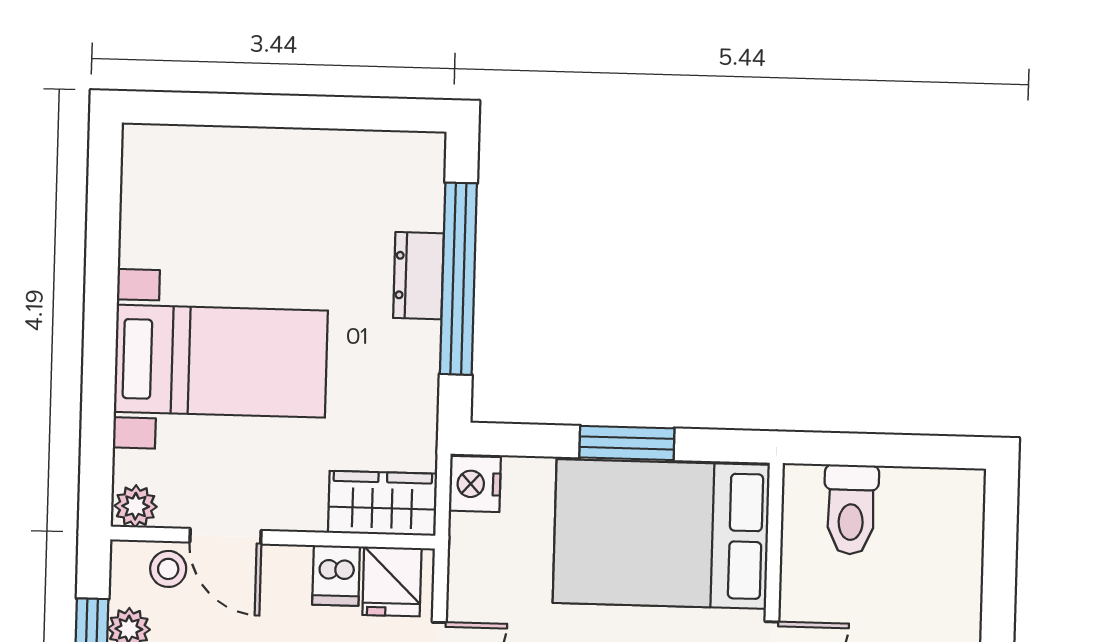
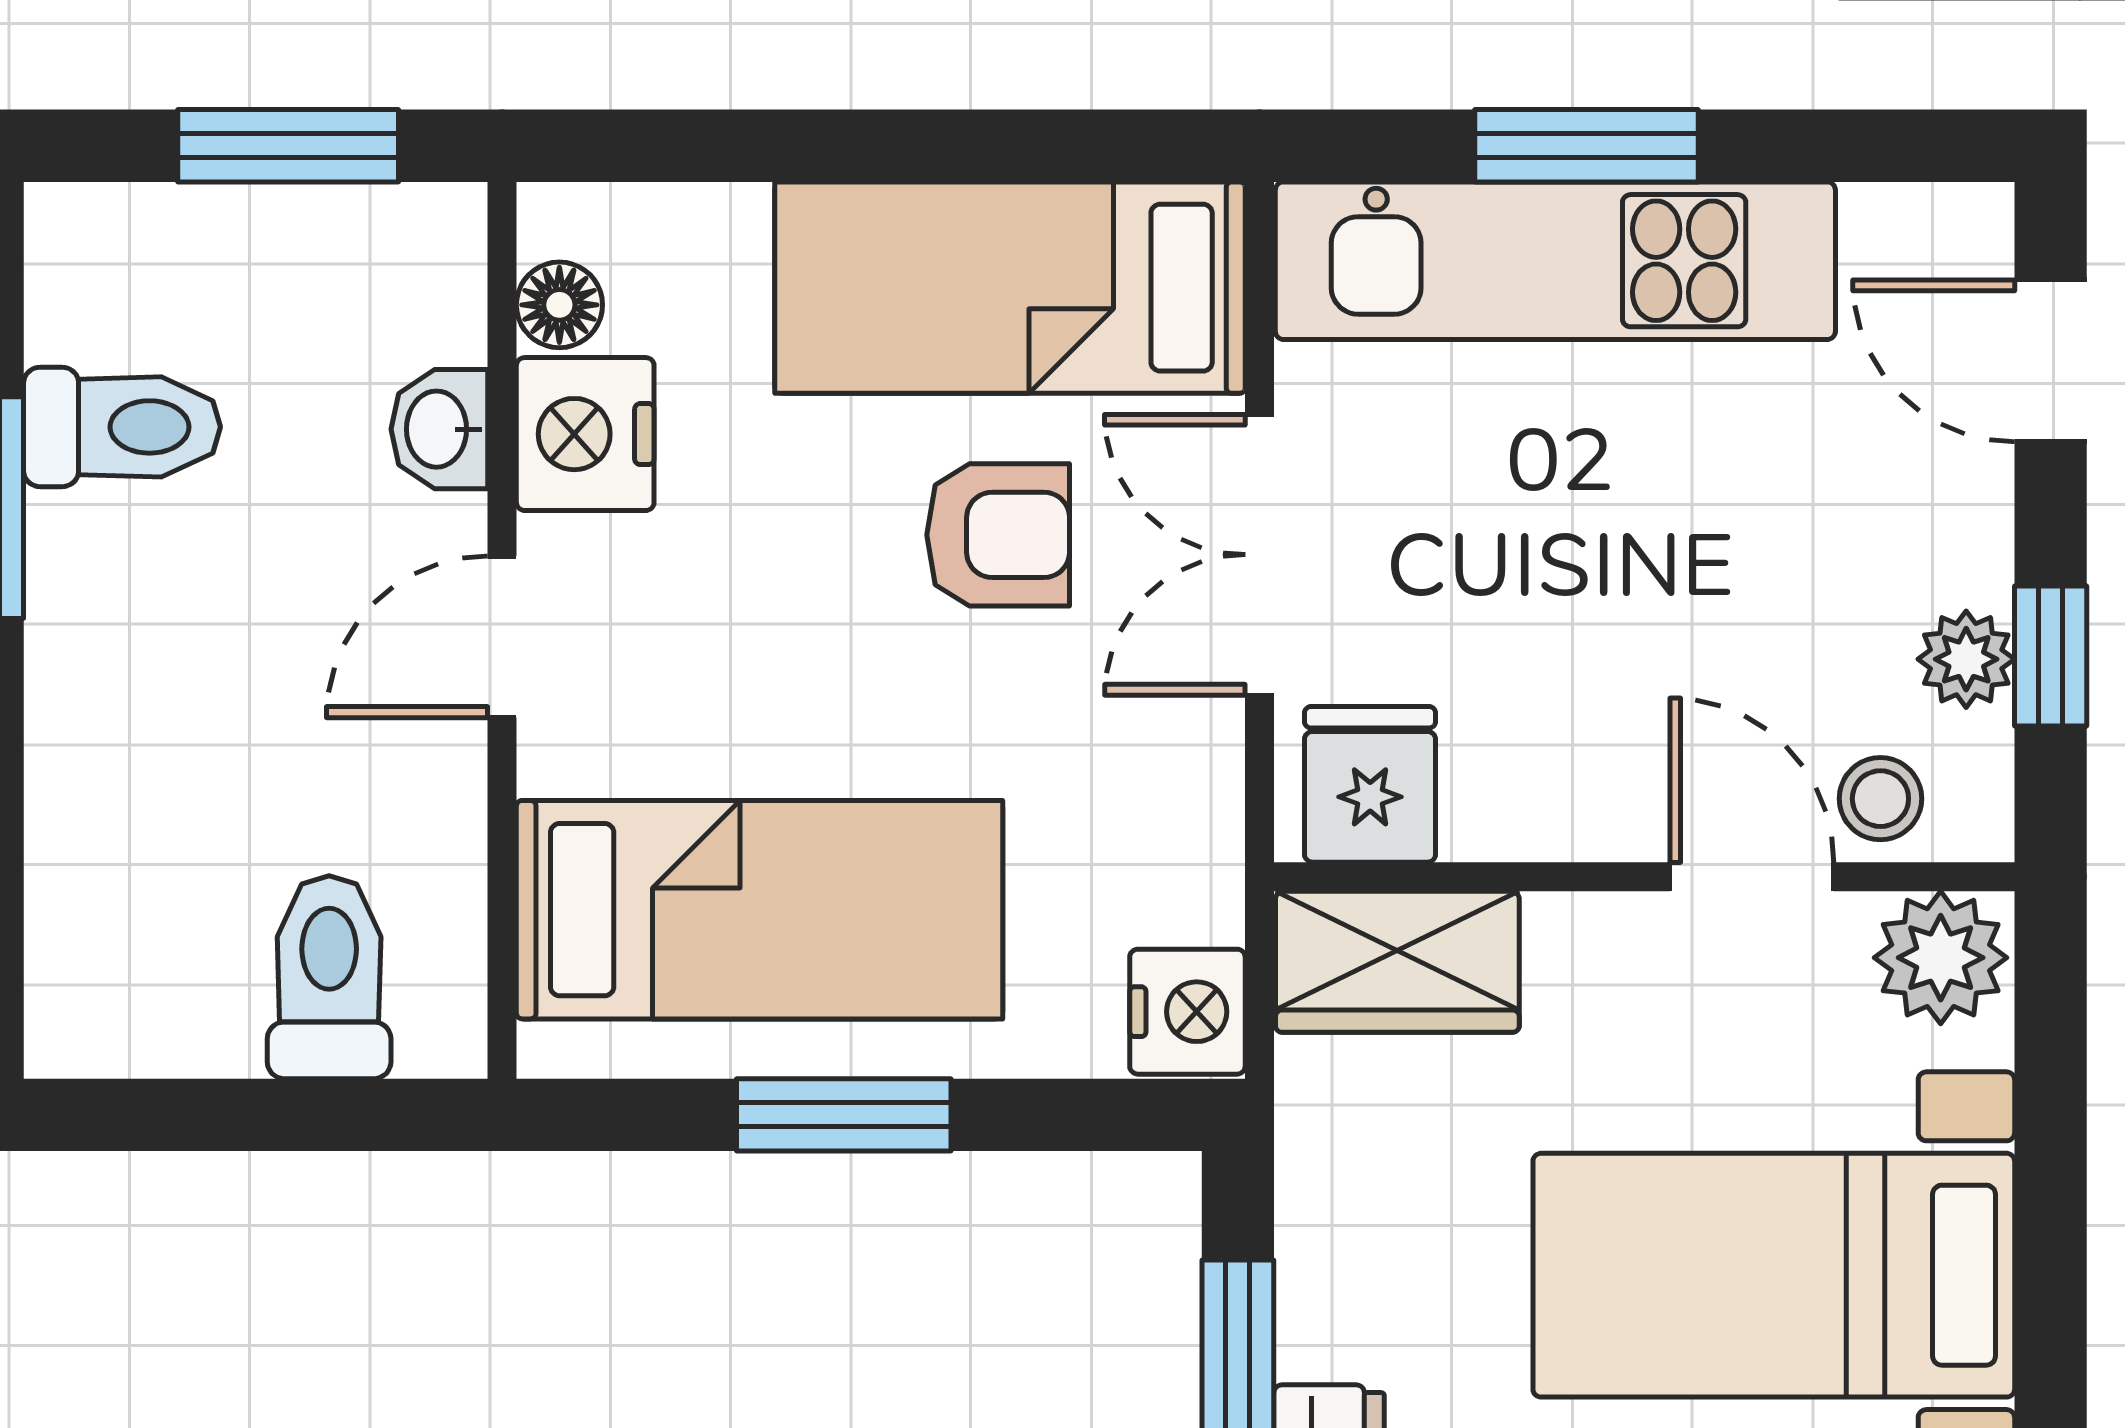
plant: (136, 506) -> (1941, 958), width x1.38, depth x1.38
bed: (661, 534) -> (760, 910), width x0.67
dishwasher: (336, 575) -> (1498, 794), removed

